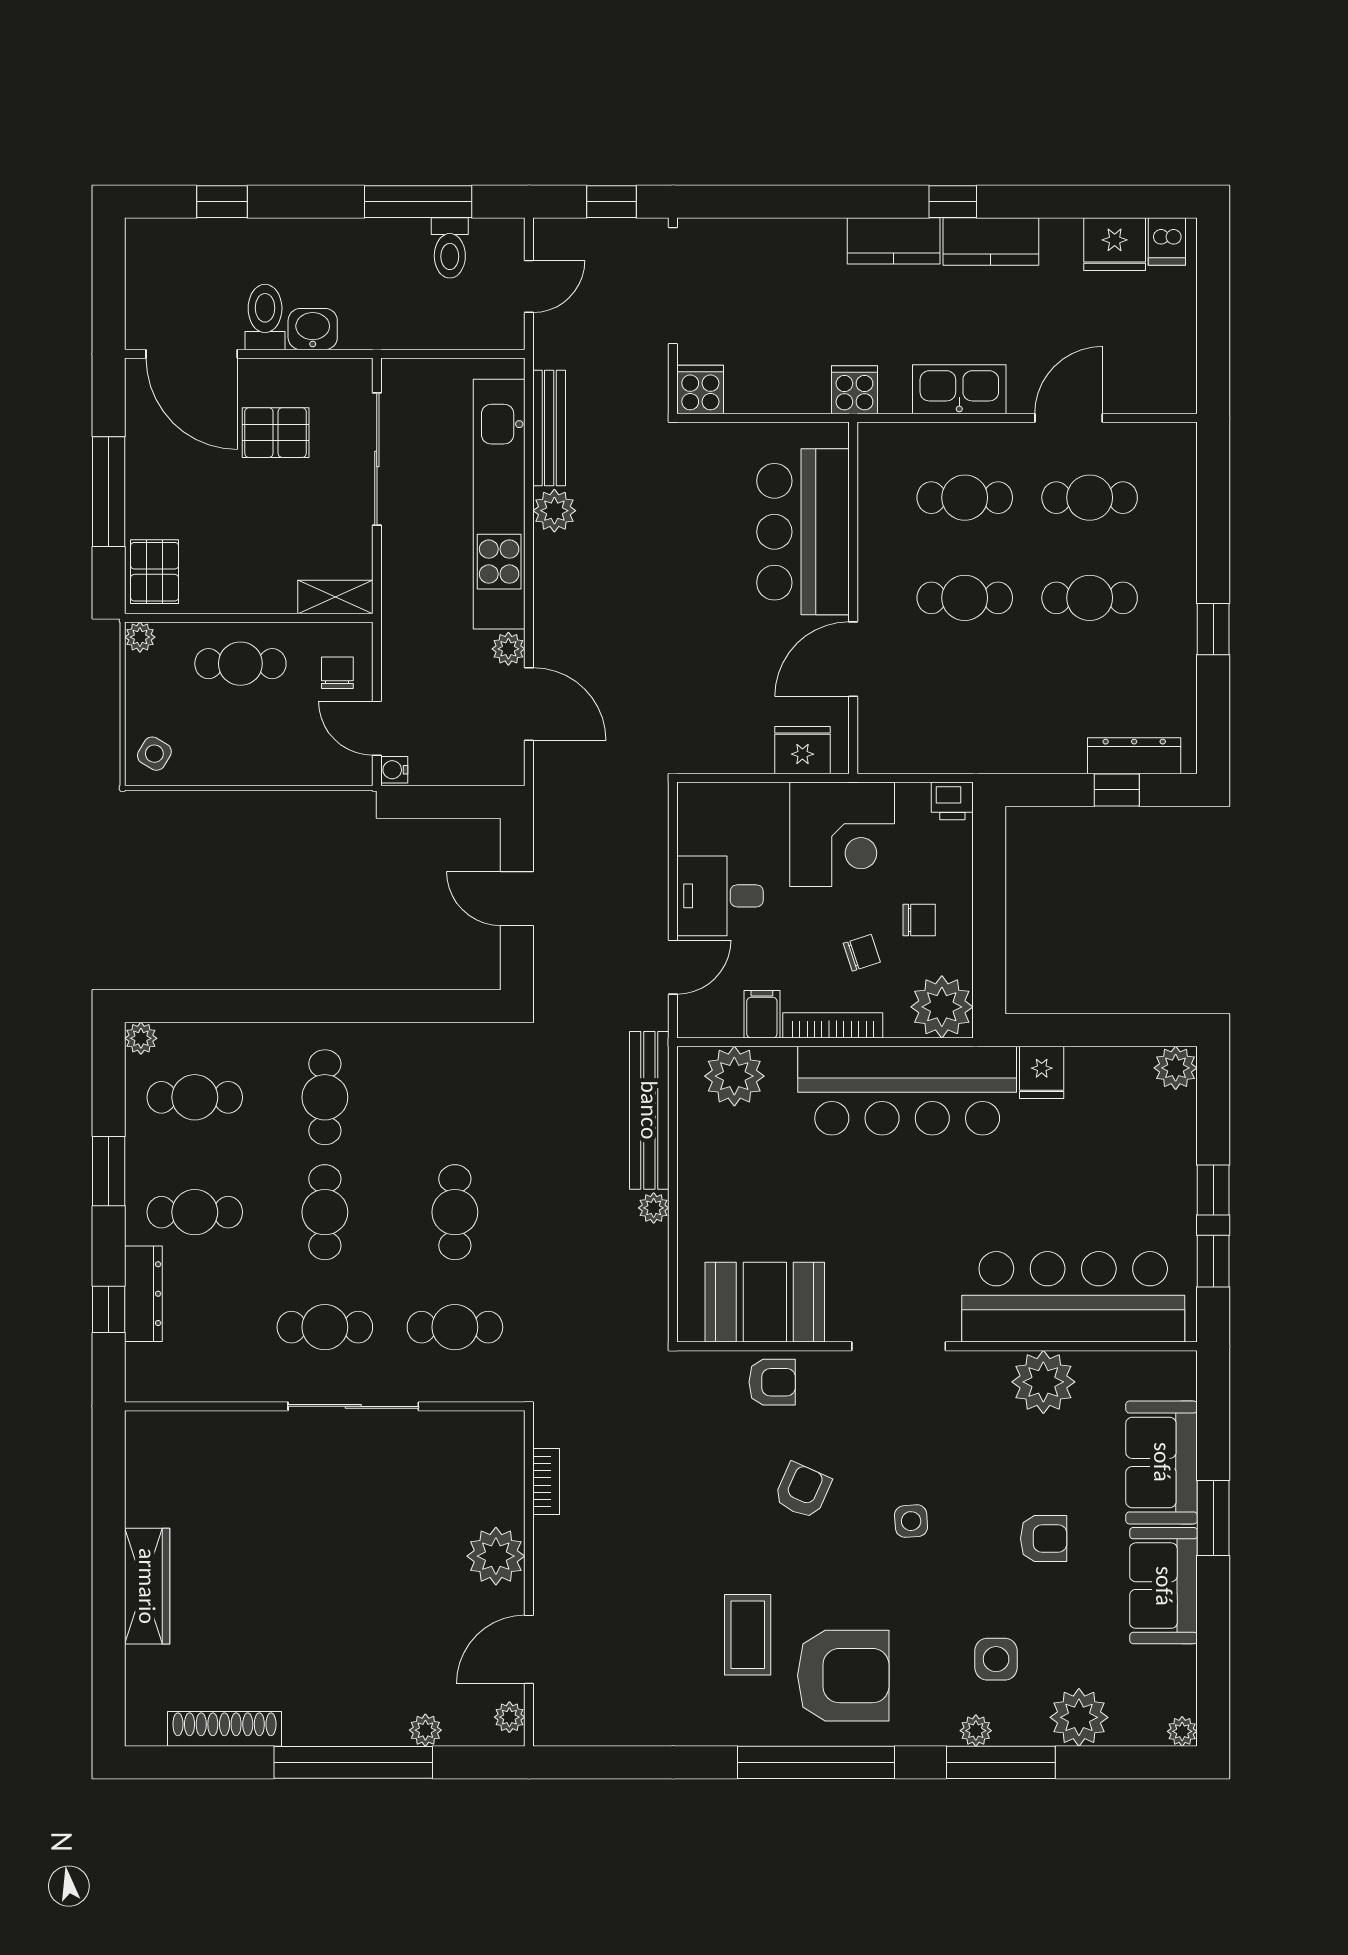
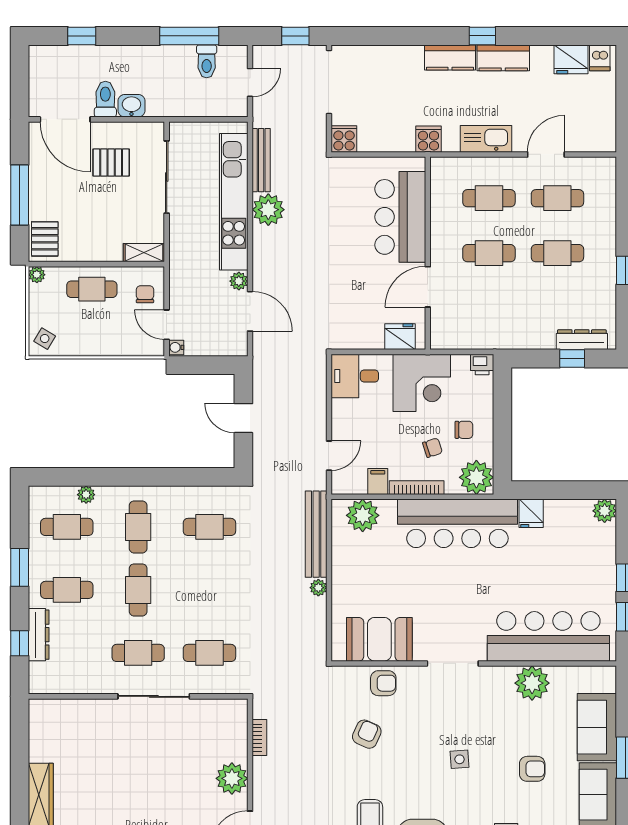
plant: (554, 511) -> (268, 210), width x1.36, depth x1.36
desk: (720, 896) -> (355, 376), moved
plant: (141, 1038) -> (86, 495), moved
cafe table: (455, 1212) -> (209, 527), moved, turned 90
armchair: (803, 1491) -> (367, 734), moved

